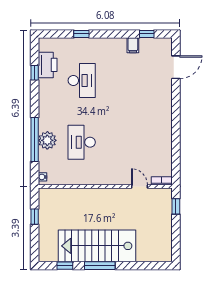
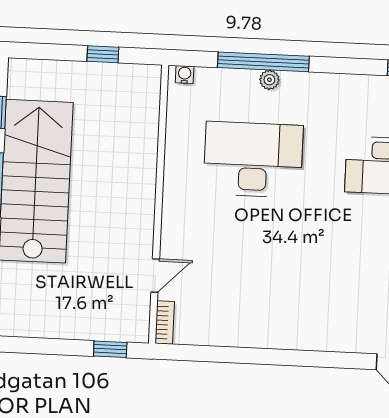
plant: (47, 140) -> (269, 80), width x0.53, depth x0.53
desk: (82, 142) -> (253, 160), width x1.36, depth x1.30

